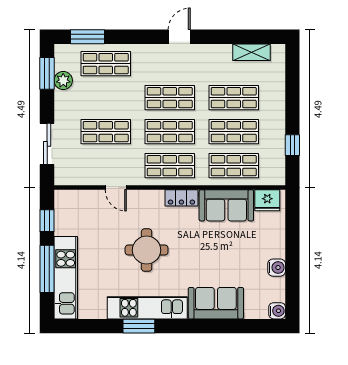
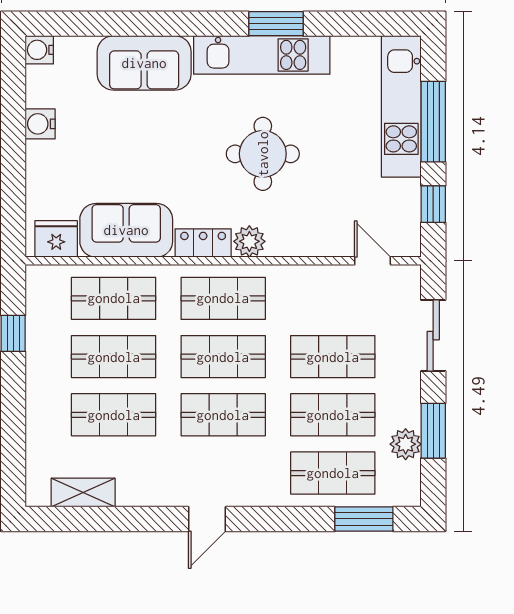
window: (47, 73) -> (433, 431), moved
shop shelf: (106, 98) -> (333, 415), added
door: (116, 188) -> (373, 261), moved
plant: (154, 199) -> (249, 241), added

